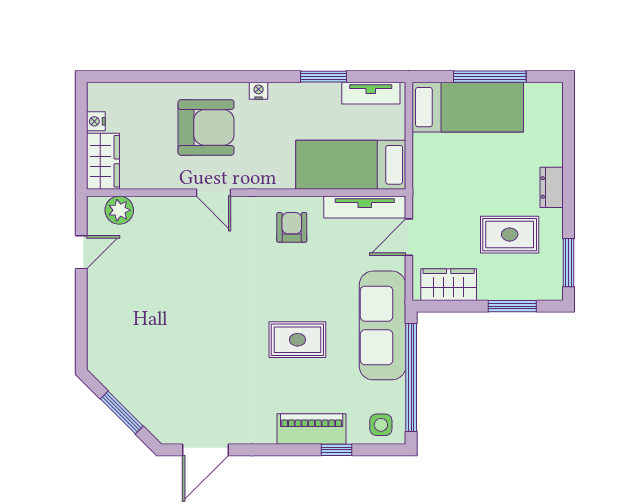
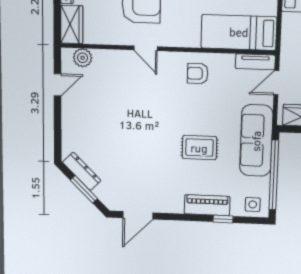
tv unit: (365, 207) -> (255, 62), width x0.71
armchair: (292, 227) -> (198, 73), turned -90
dresser: (118, 384) -> (82, 171), added

